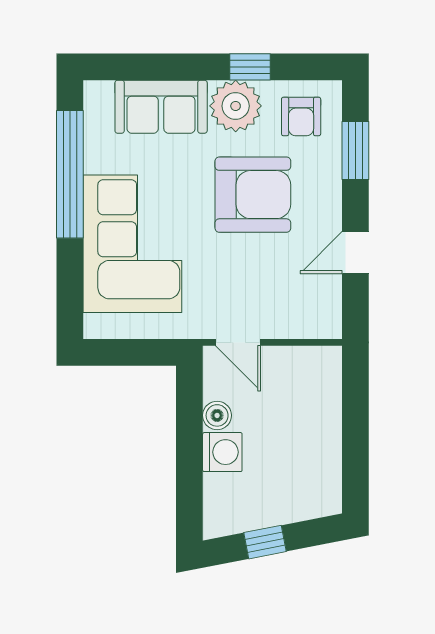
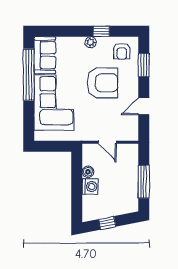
plant: (236, 106) -> (91, 42), width x0.53, depth x0.53
sofa: (161, 107) -> (45, 55), moved, turned -90
door: (238, 342) -> (107, 142), moved
window: (355, 440) -> (144, 182), added

